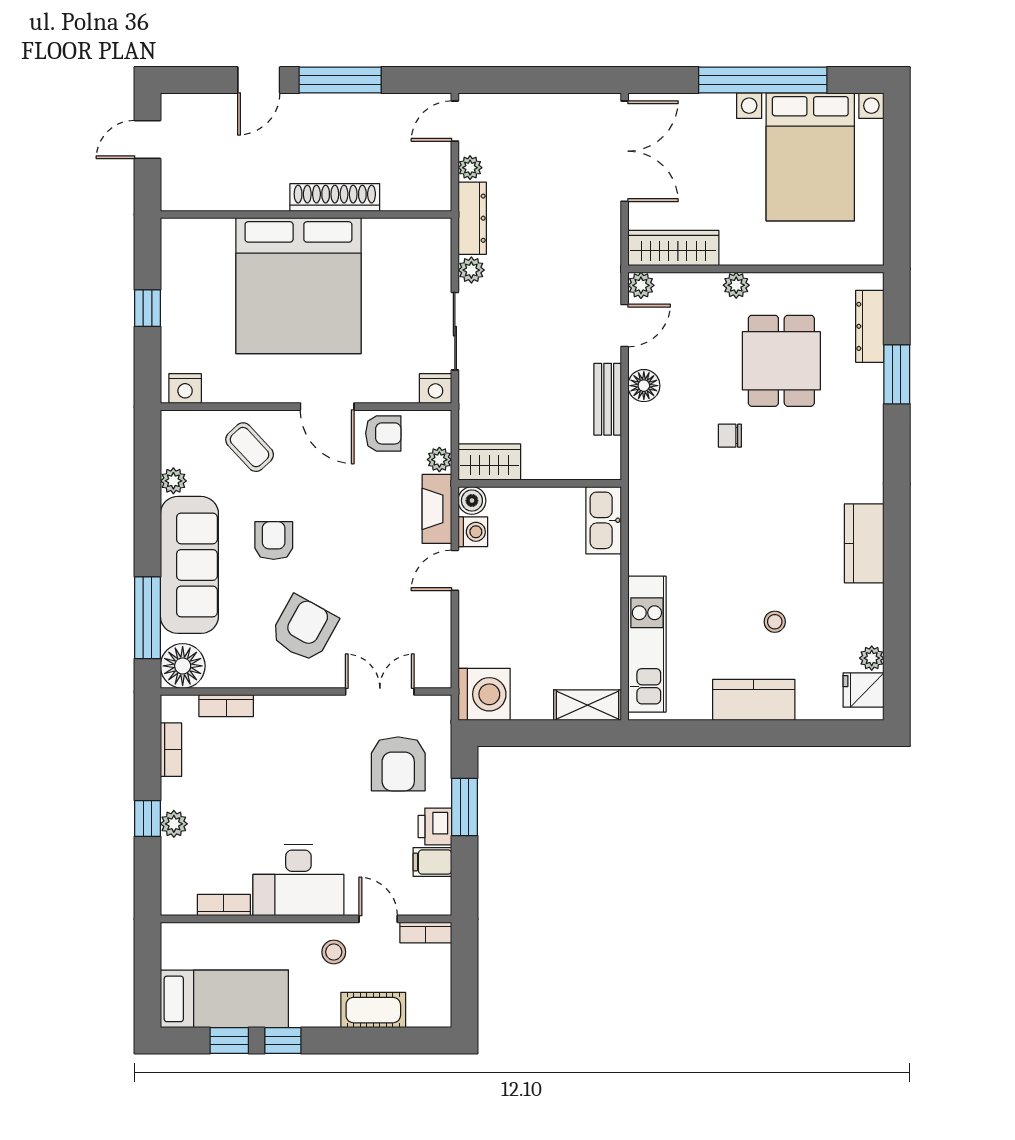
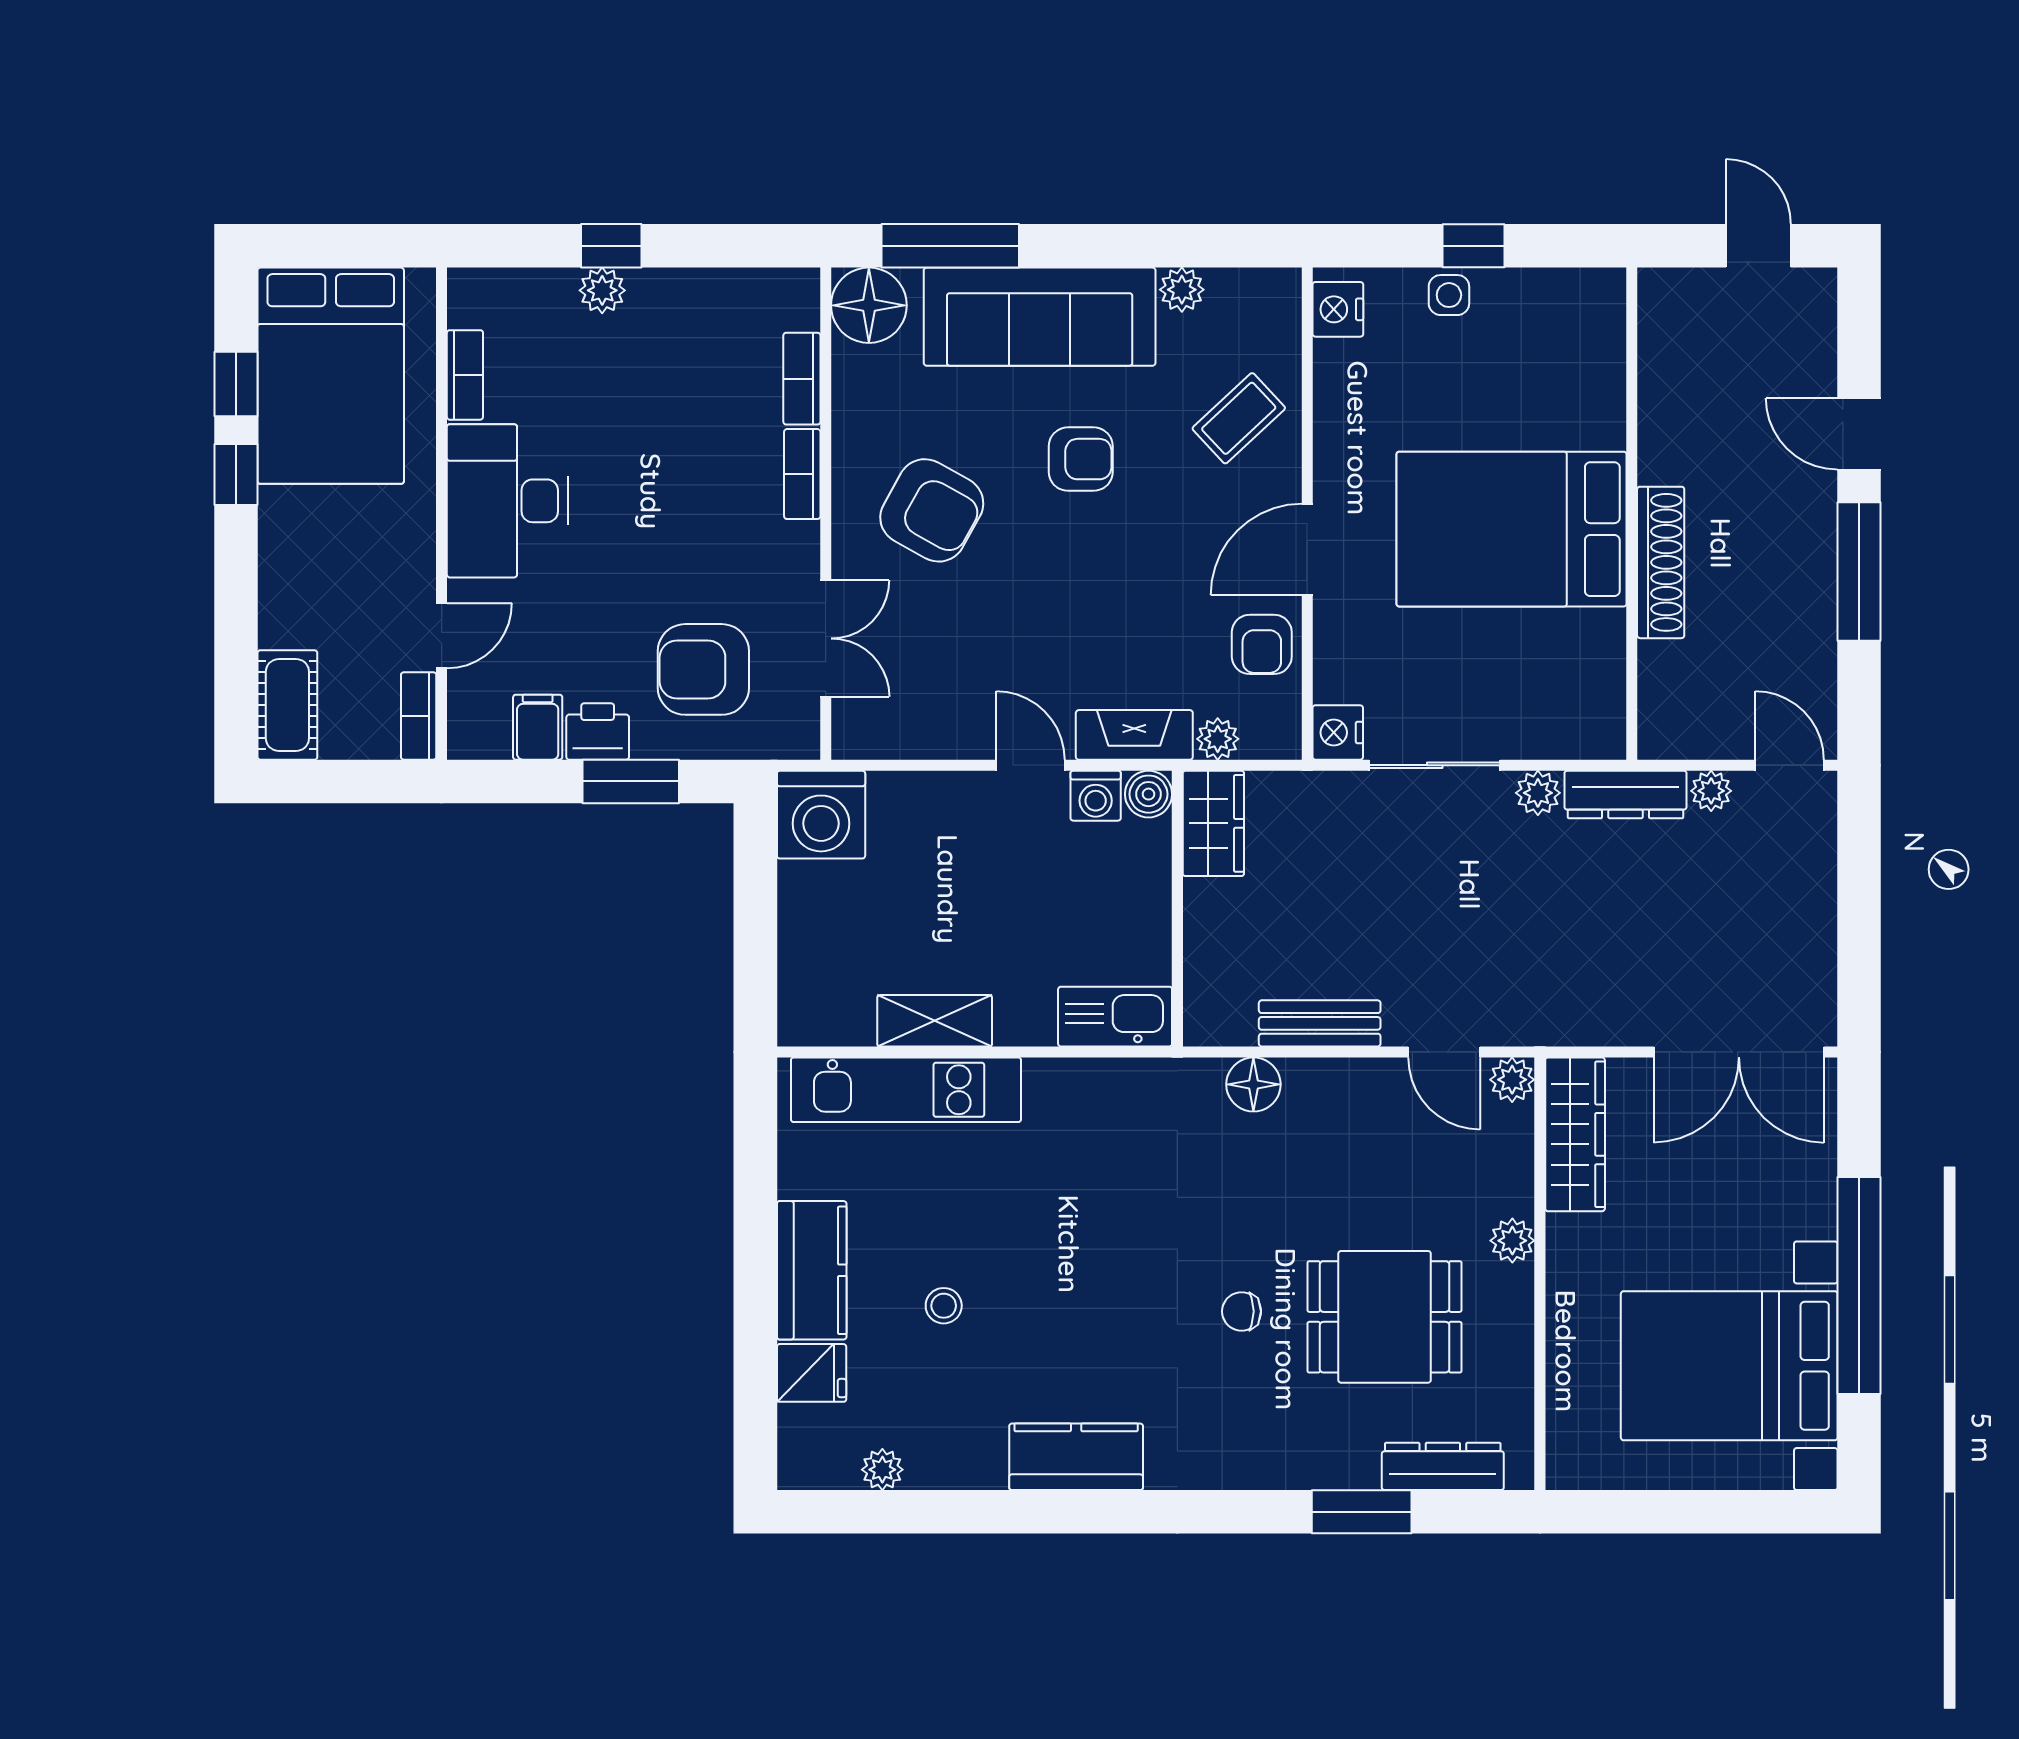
bed: (298, 286) -> (1512, 529), width x0.73
side table: (177, 323) -> (1449, 295), added
floor lamp: (644, 386) -> (1253, 1084), moved
chair: (730, 436) -> (1242, 1311), moved, turned -90
fridge: (863, 690) -> (812, 1373), moved, turned 90
shelving: (587, 705) -> (935, 1021), moved, turned 90
bookcase: (171, 750) -> (802, 474), moved, turned 90
stool: (334, 952) -> (386, 561), removed
bed: (224, 999) -> (331, 376), width x1.50
cot: (373, 1010) -> (287, 705), moved

